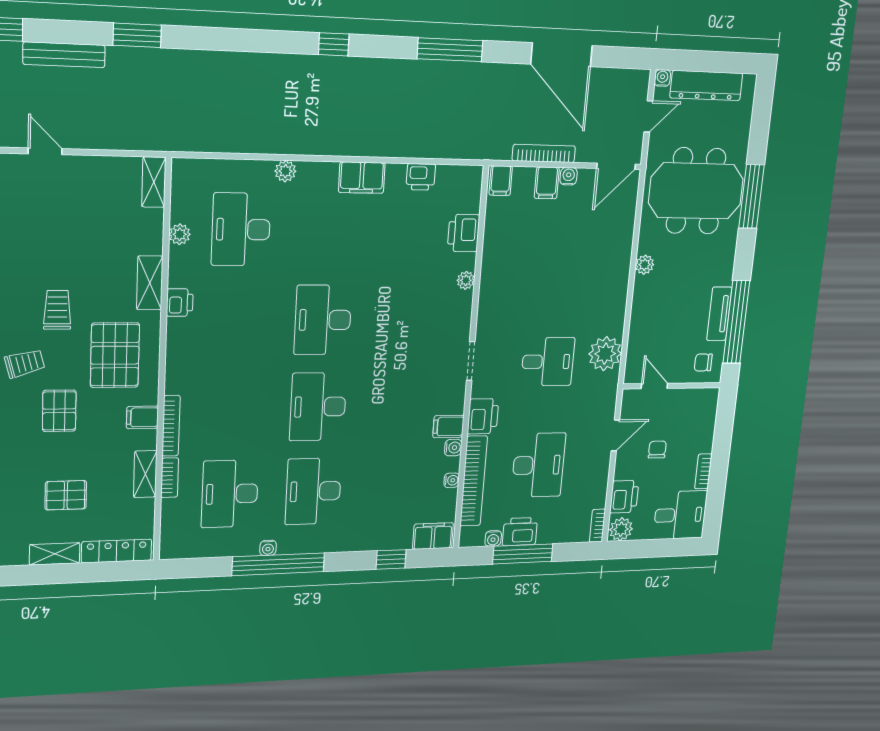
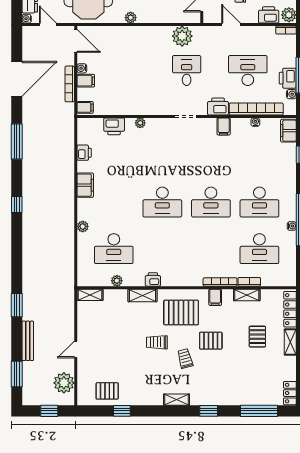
water cooler: (453, 448) -> (236, 123), removed

